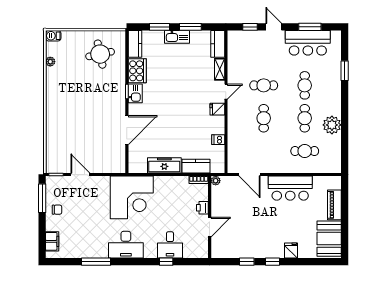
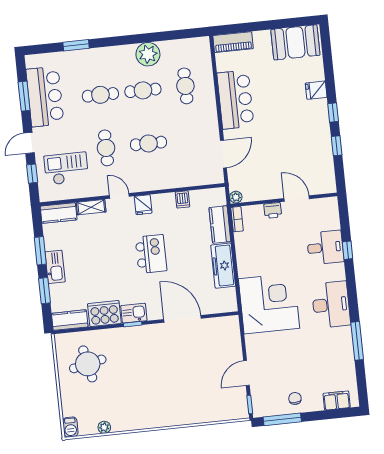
checkout: (251, 53) -> (66, 169), added
kitchen island: (179, 111) -> (151, 254), added
piano: (334, 205) -> (233, 42), moved

